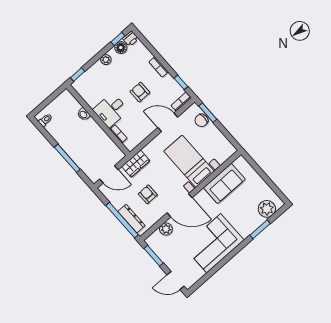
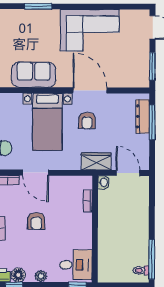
desk: (111, 110) -> (76, 265), moved
washbasin: (84, 114) -> (103, 182), moved
window: (67, 158) -> (152, 259), moved
armchair: (148, 194) -> (87, 121), moved
plant: (267, 209) -> (16, 19), removed
window: (122, 220) -> (152, 122), width x0.68
plant: (166, 229) -> (121, 80), removed

